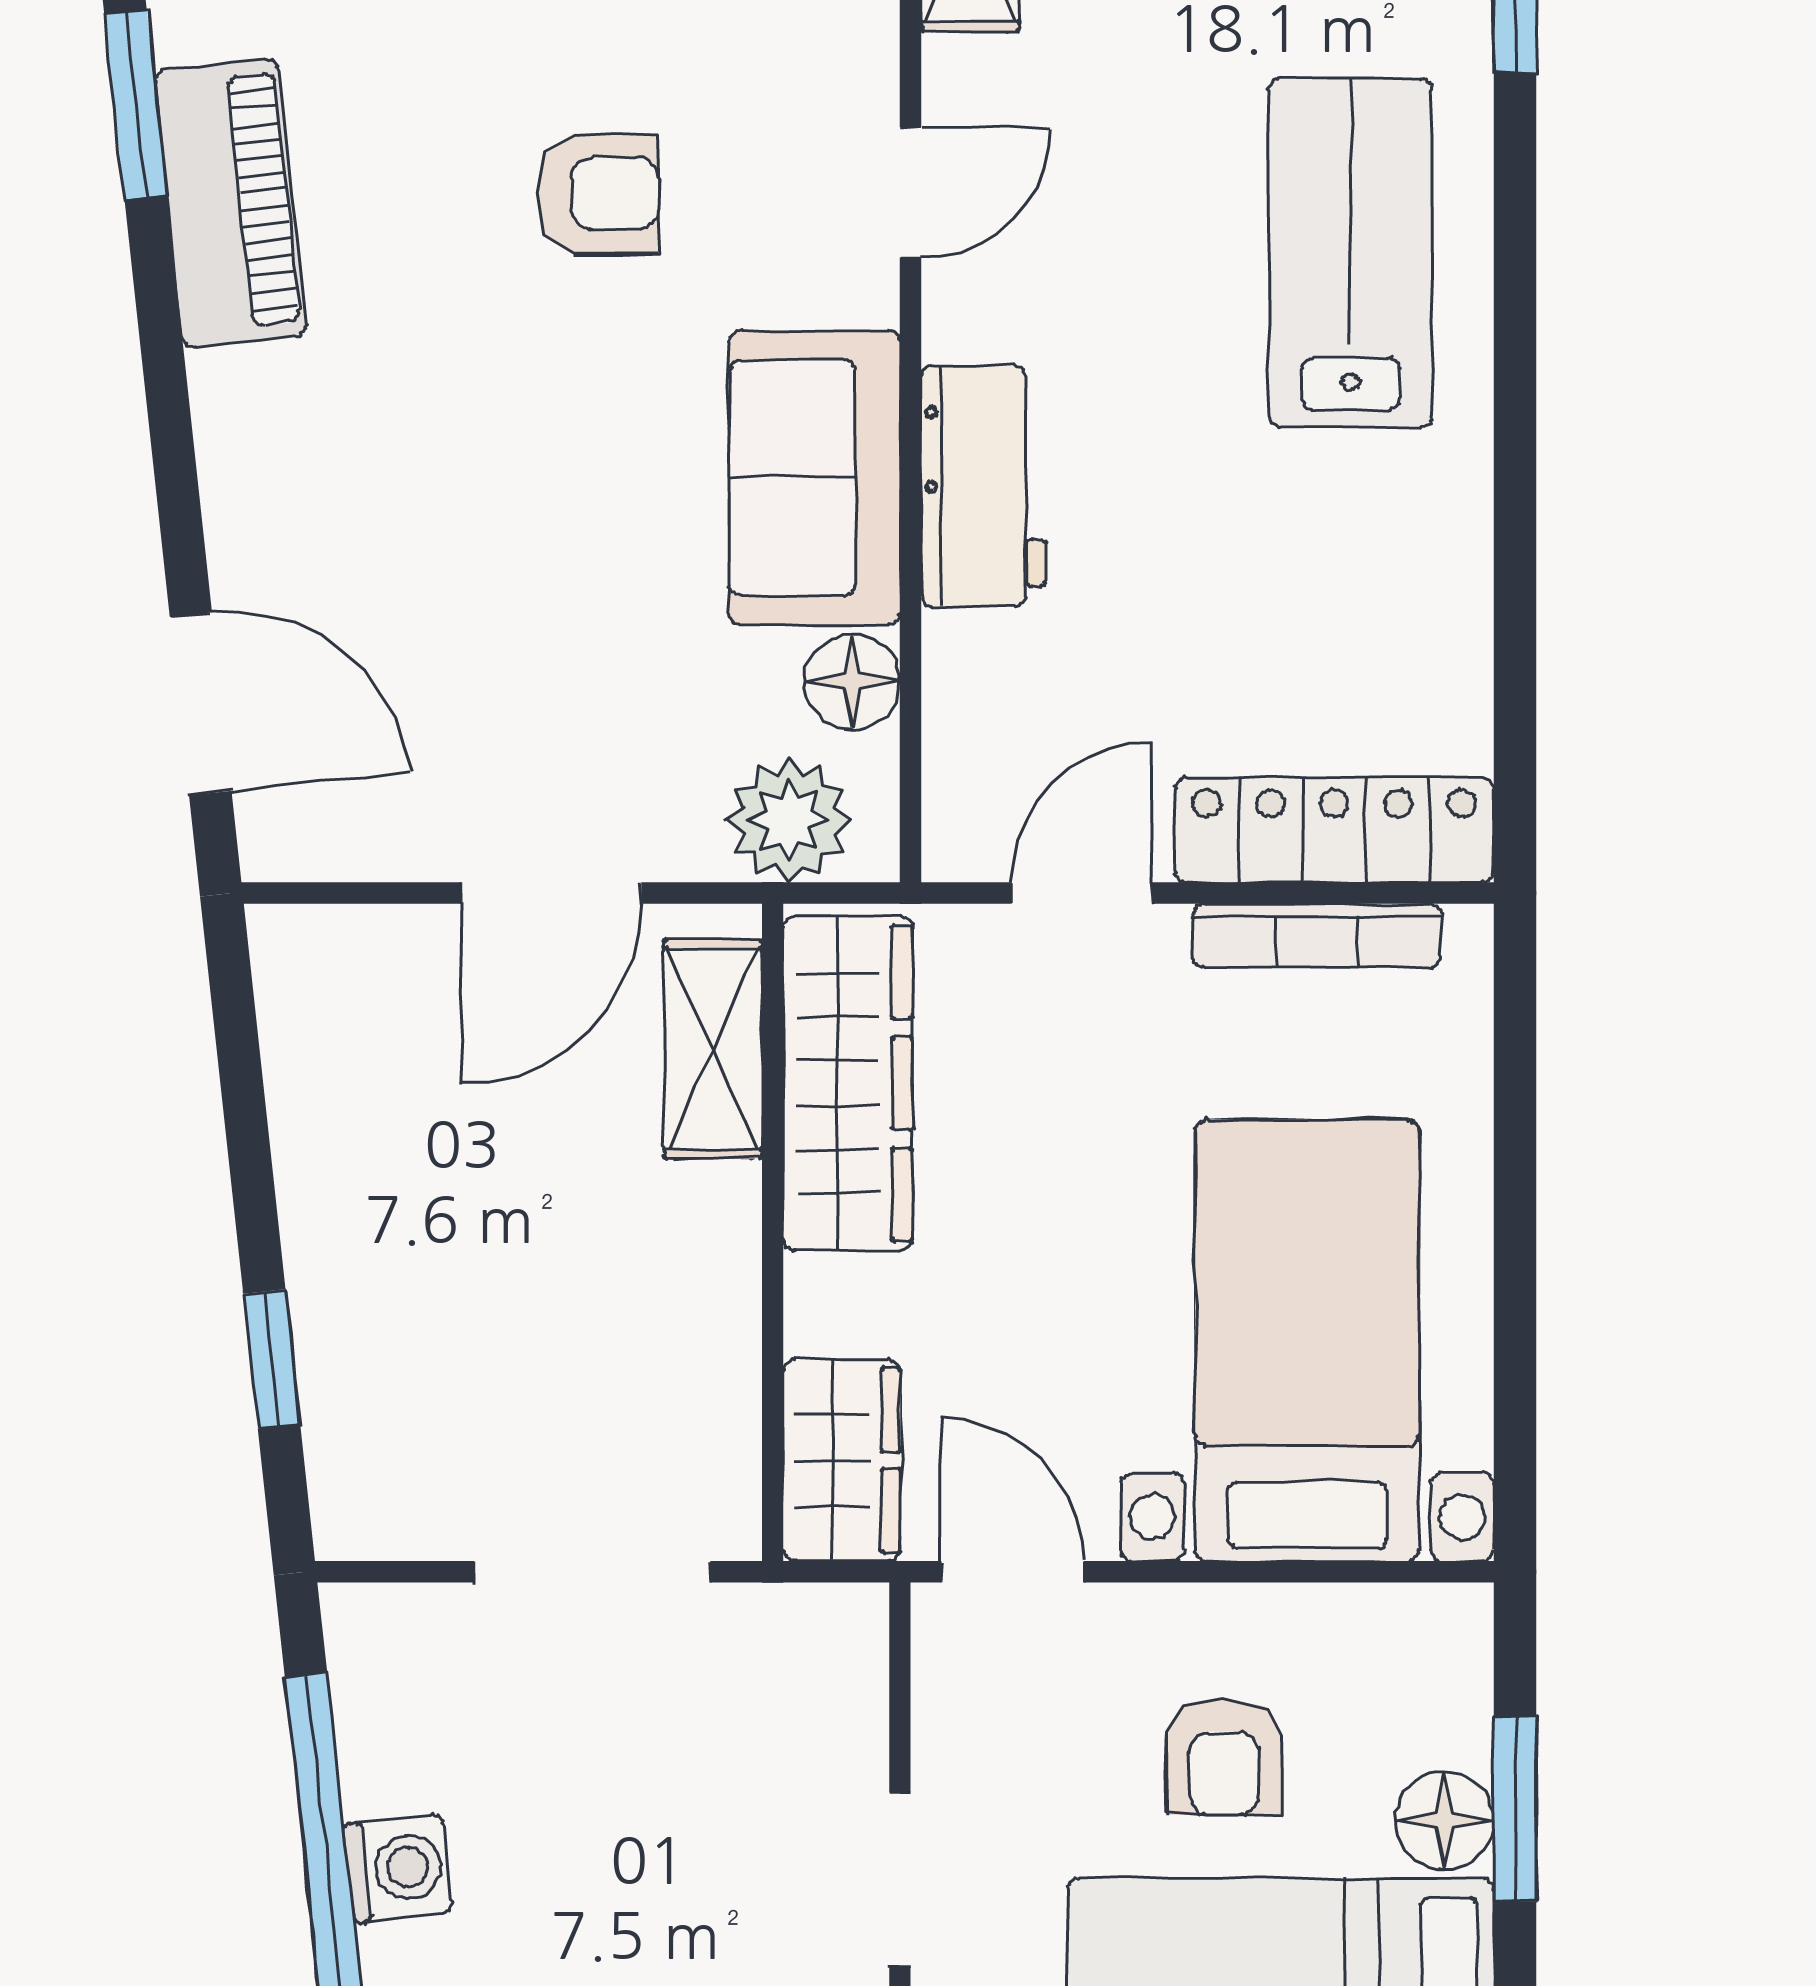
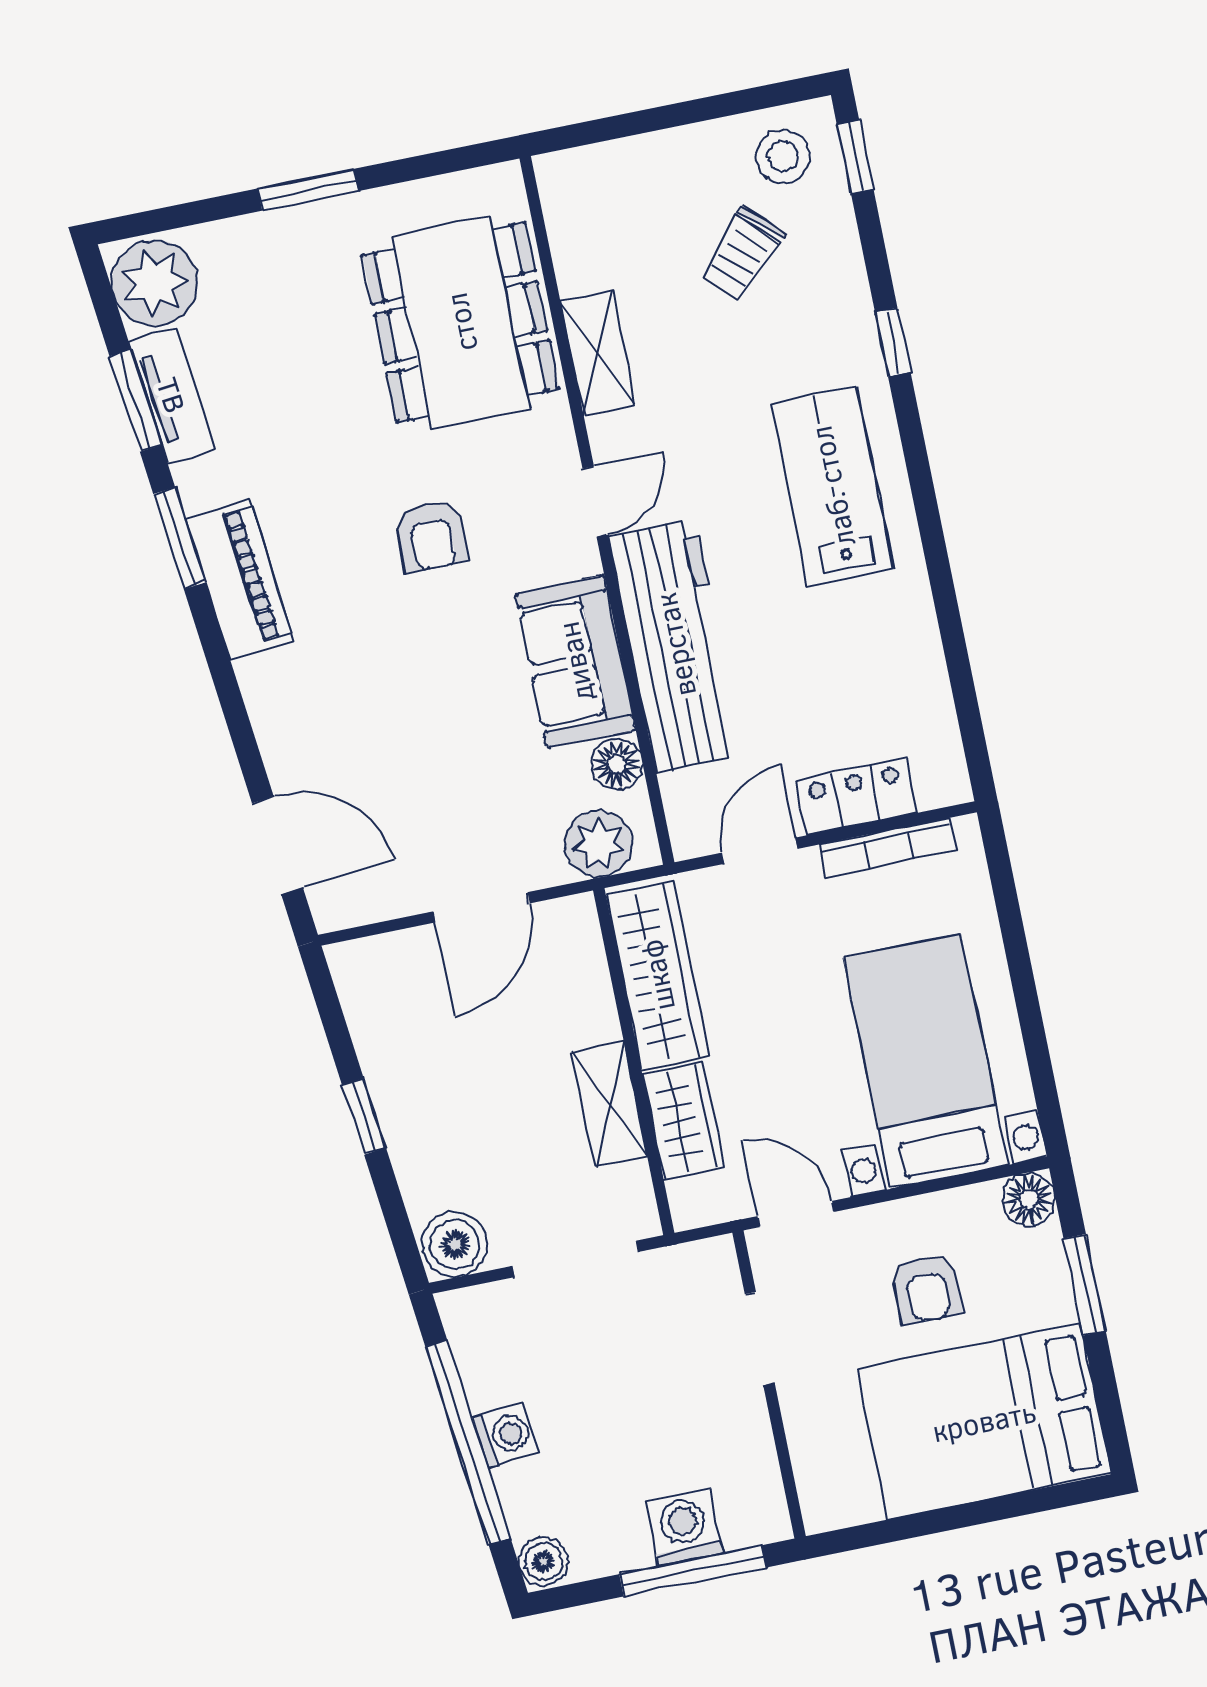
armchair: (598, 194) -> (431, 536), turned 90
workbench: (983, 486) -> (675, 645), width x1.88, depth x1.32
locker: (1334, 830) -> (857, 796), width x0.66
shelving: (713, 1049) -> (610, 1104), moved
window: (272, 1359) -> (364, 1116), moved
wardrobe: (842, 1460) -> (684, 1121), moved
boiler: (377, 1500) -> (455, 1244), added
floor lamp: (1445, 1820) -> (1029, 1199), moved
doorway: (900, 1879) -> (760, 1339), moved

